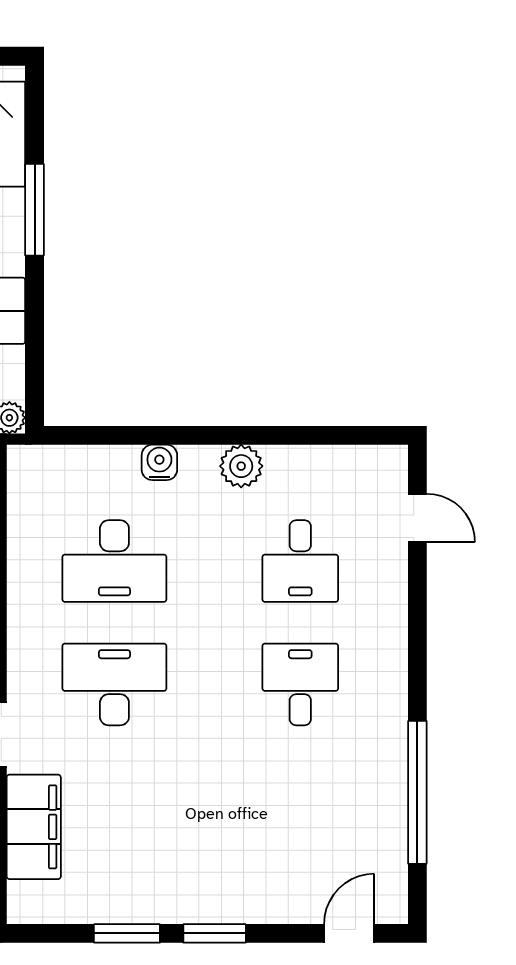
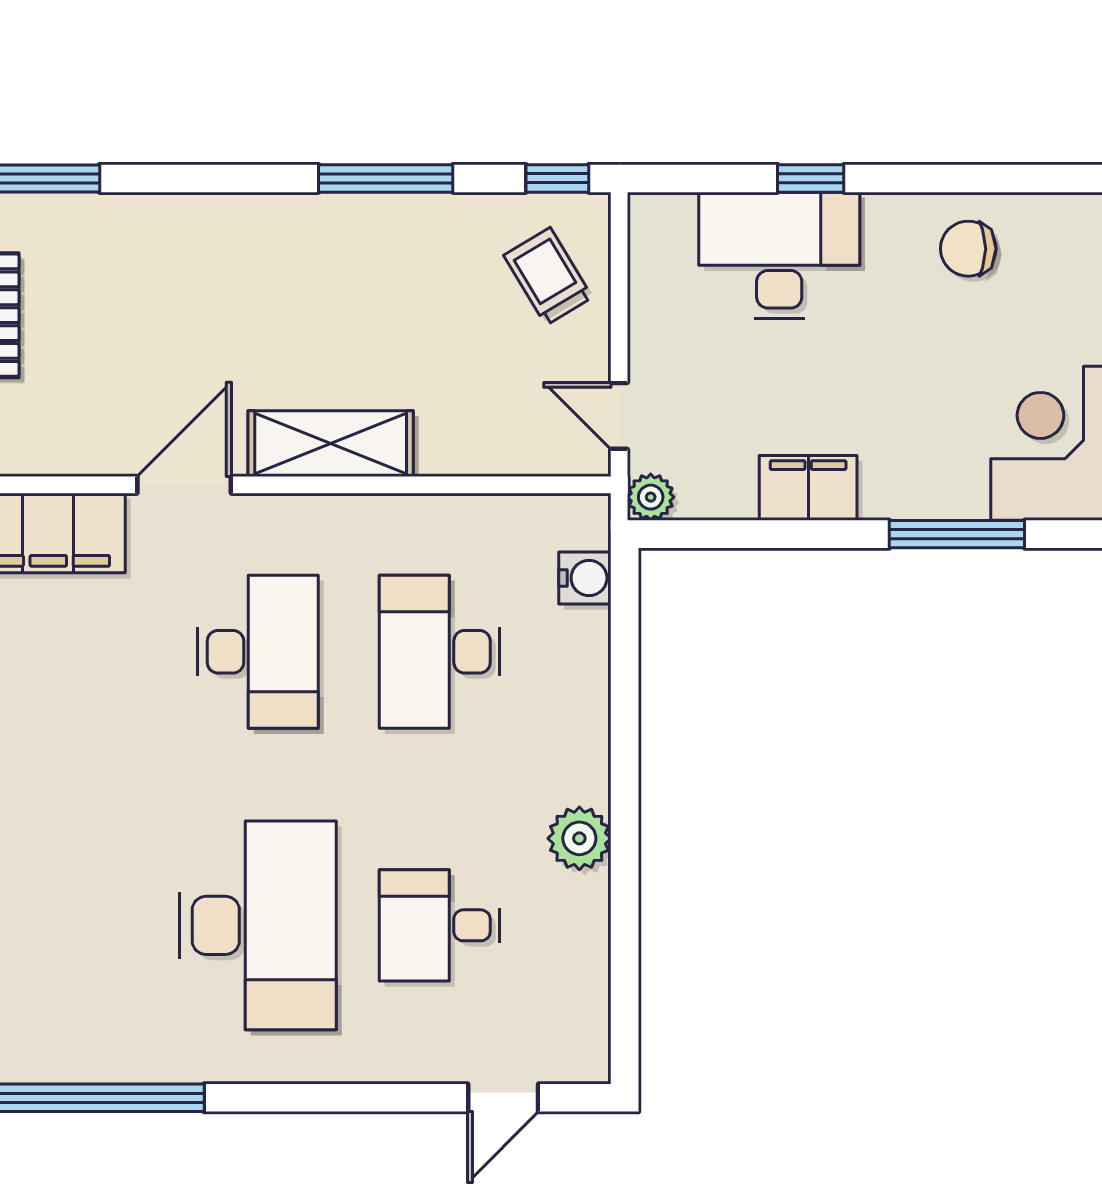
water cooler: (159, 462) -> (585, 578), moved
desk: (300, 684) -> (258, 925), width x1.87, depth x1.30

